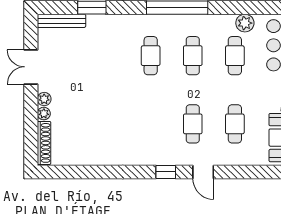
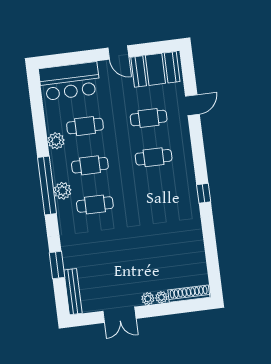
plant: (169, 23) -> (63, 191), added
plant: (245, 23) -> (56, 141), moved
window: (166, 172) -> (204, 193), moved
door: (203, 172) -> (192, 105), moved

